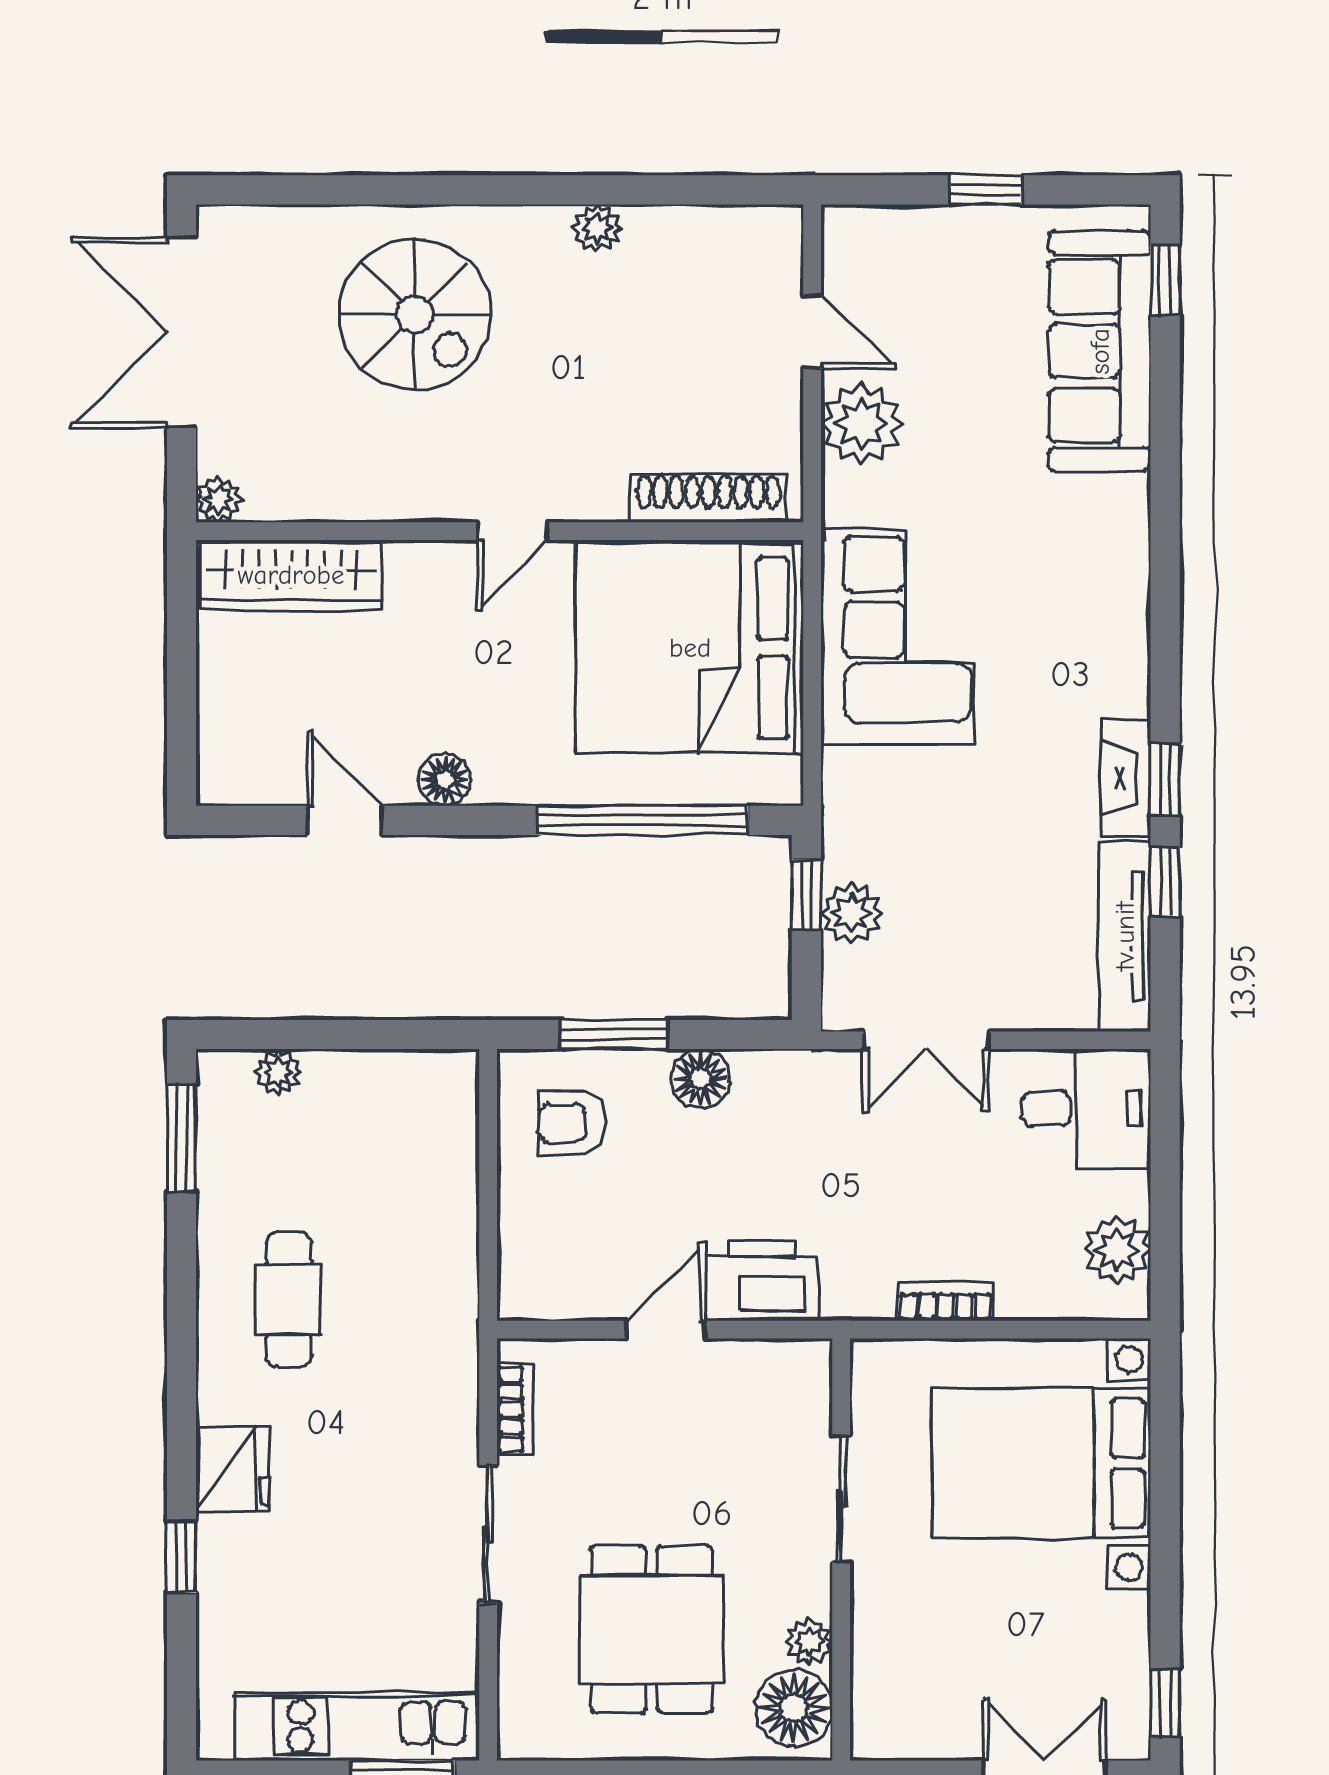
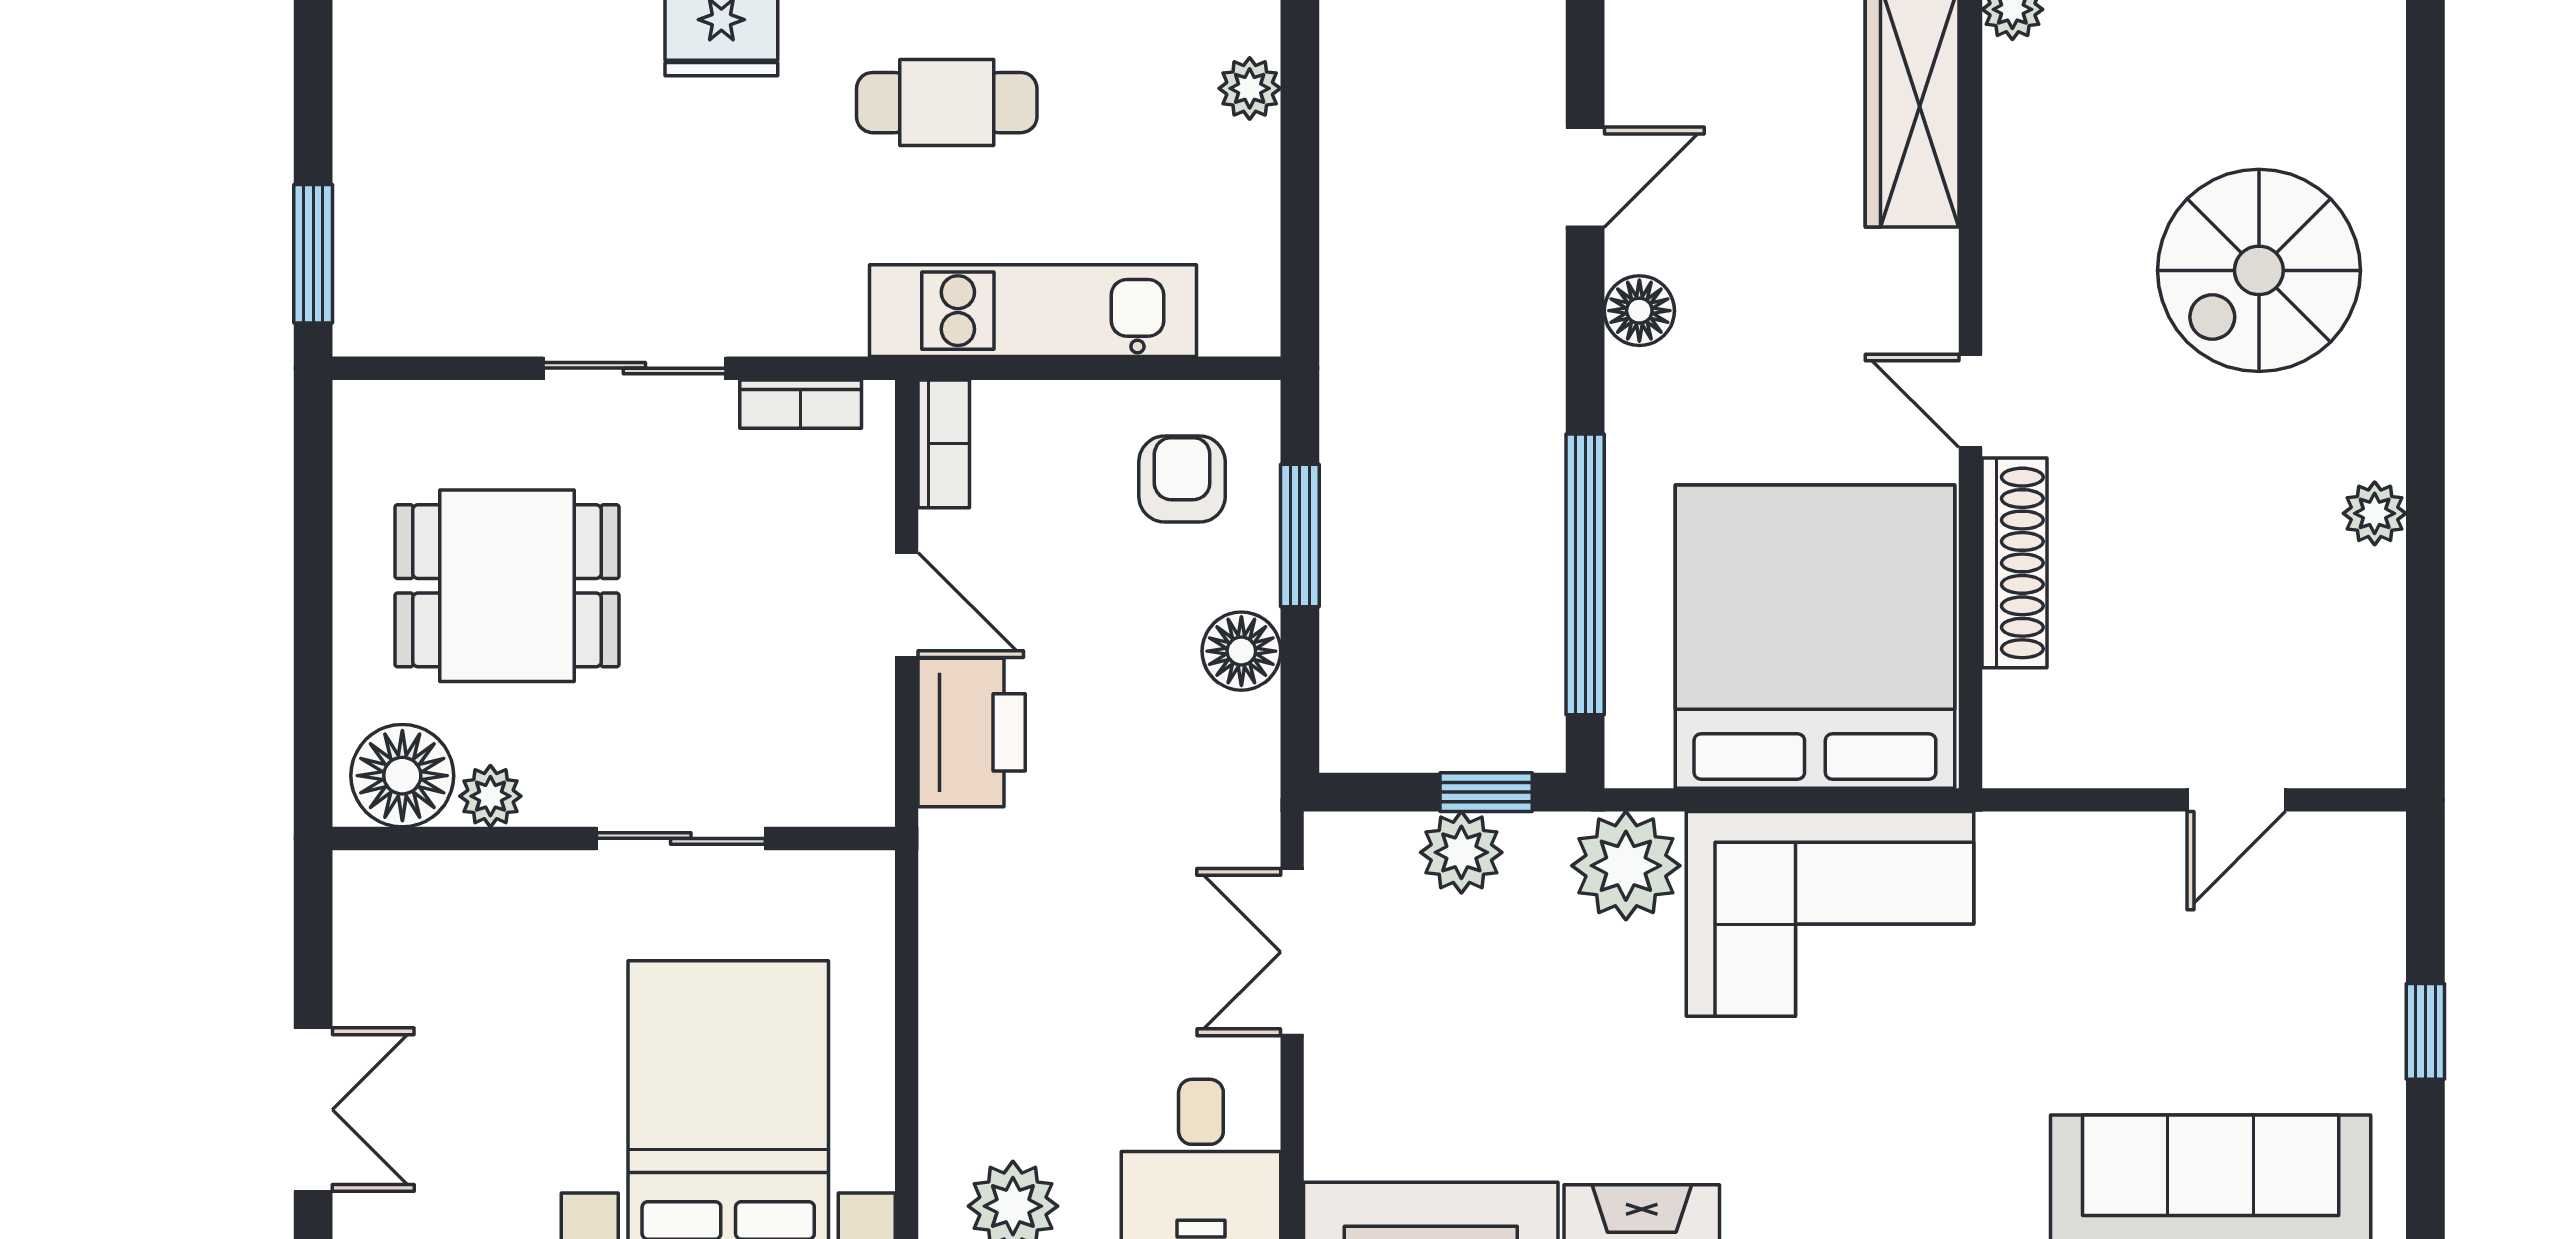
plant: (862, 424) -> (1626, 866), moved
shoe rack: (708, 498) -> (2014, 563), moved
bookcase: (946, 1302) -> (944, 444), moved
kitchen unit: (357, 1726) -> (1033, 311), moved, turned -90

